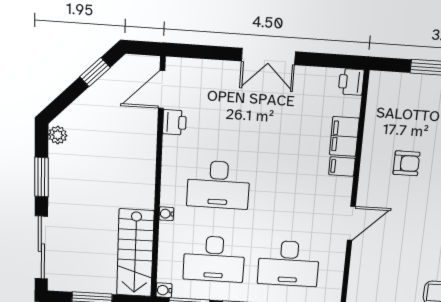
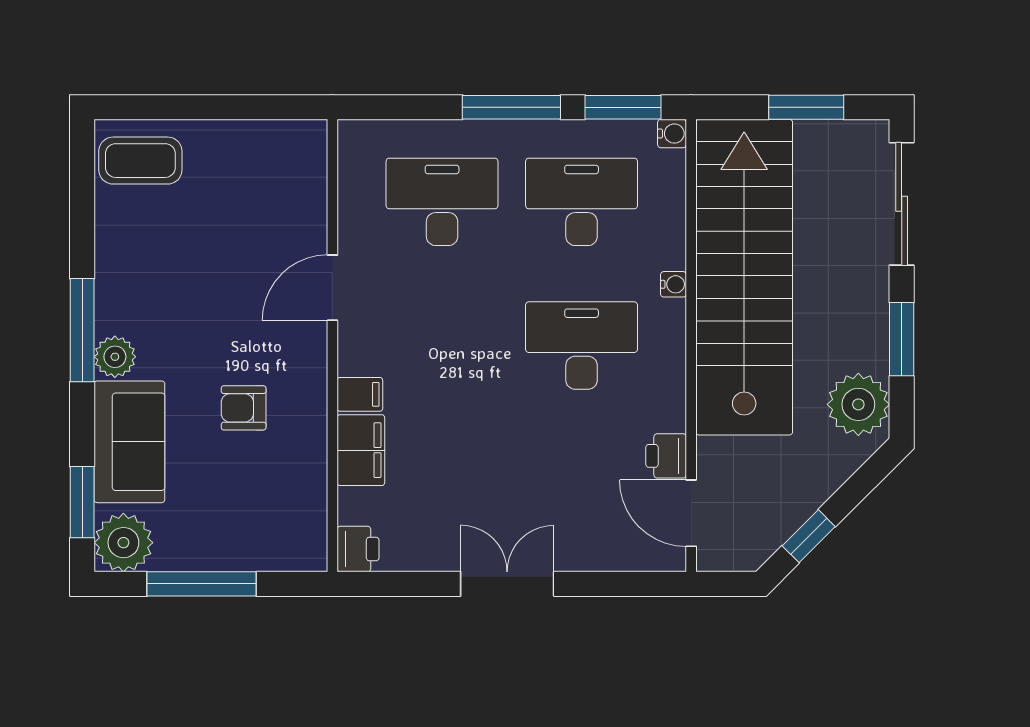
door: (162, 90) -> (691, 513), swing flipped
plant: (58, 135) -> (858, 404), width x1.87, depth x1.87
stairs: (135, 253) -> (744, 277), width x1.86, depth x1.51

